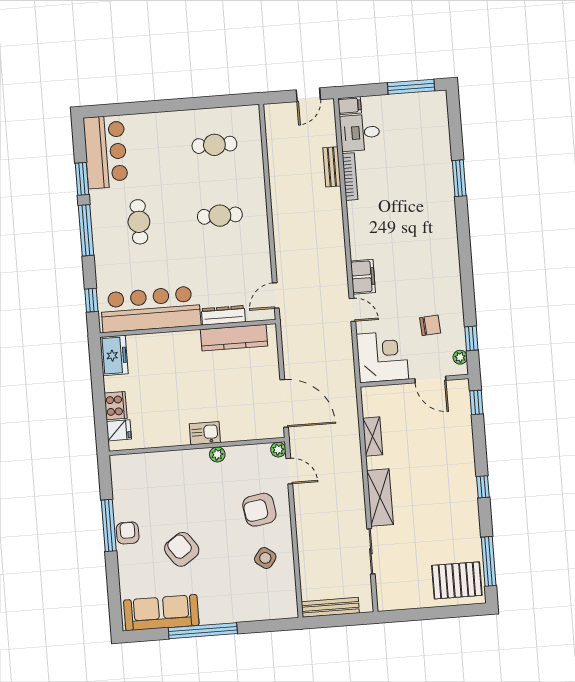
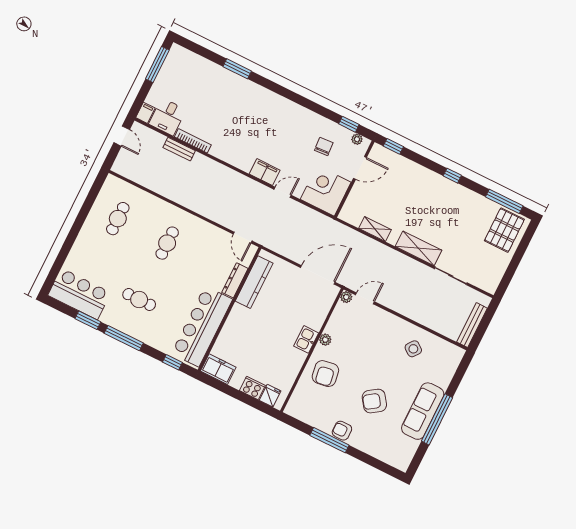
armchair: (259, 510) -> (325, 374), moved
sofa: (161, 613) -> (423, 411), moved

